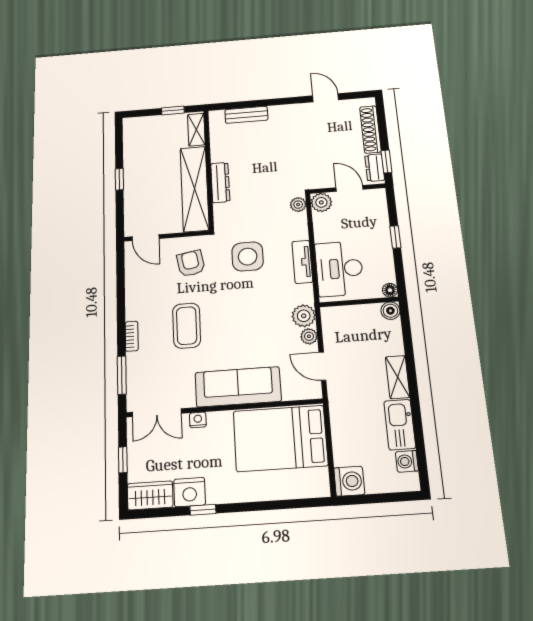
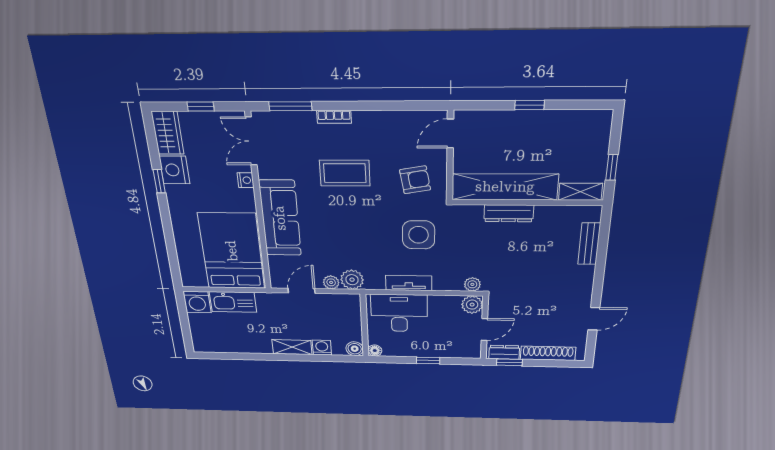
kitchen sink: (400, 425) -> (233, 302), moved, turned 180
washing machine: (407, 461) -> (322, 348), moved

